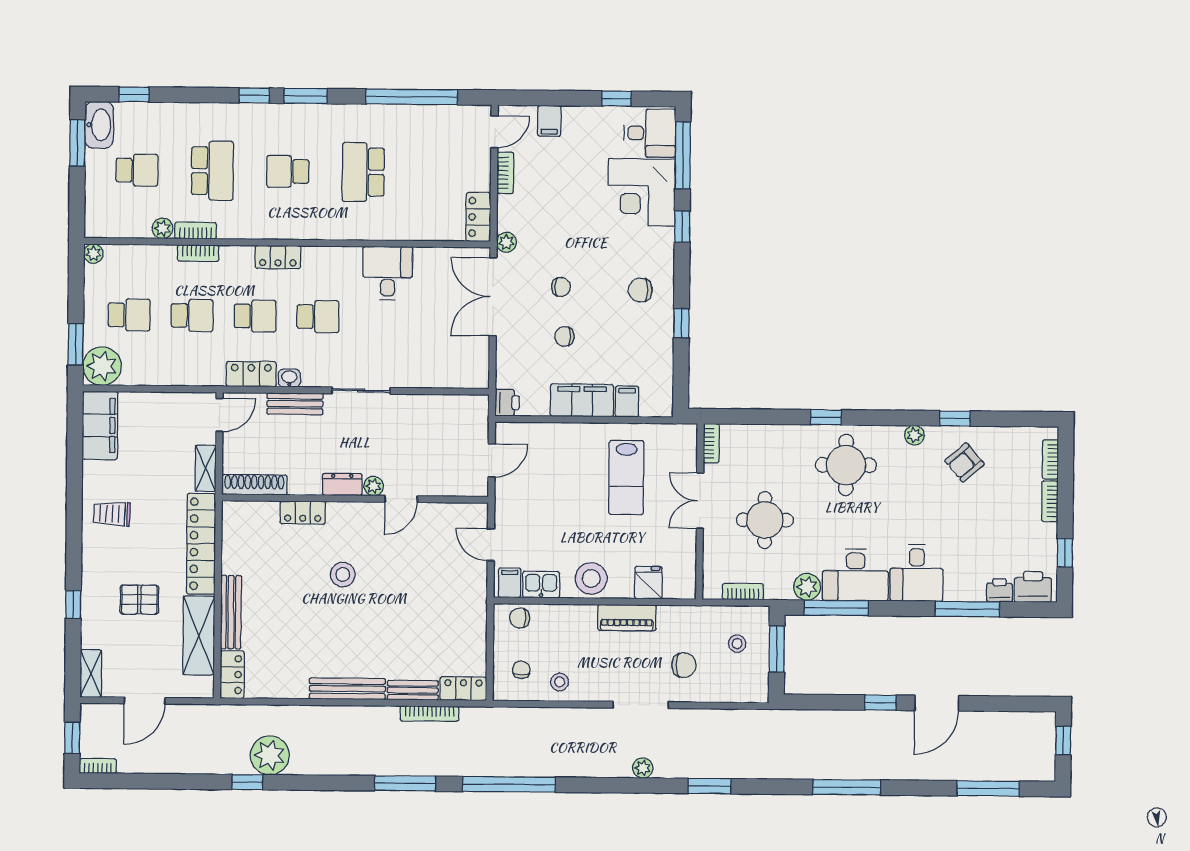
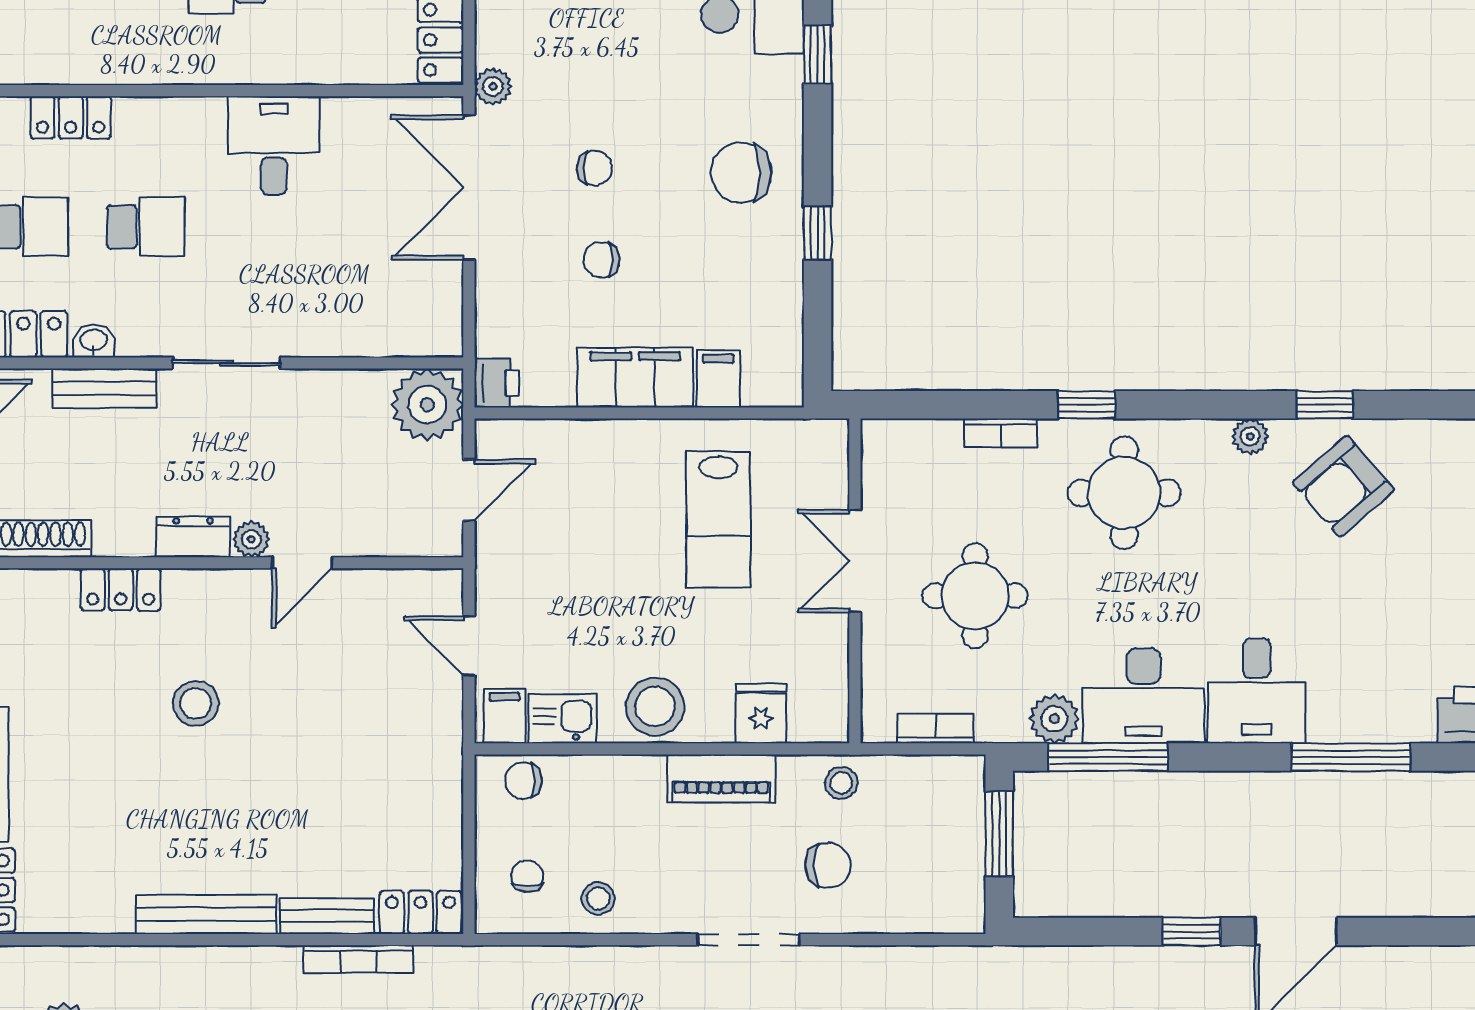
chair: (640, 290) -> (741, 173), width x1.37, depth x1.37
plant: (469, 414) -> (427, 405), added
bookcase: (711, 443) -> (1001, 433), moved, turned 90
armchair: (965, 462) -> (1343, 486), width x1.38, depth x1.38
printer: (1000, 590) -> (1410, 722), removed
stool: (737, 644) -> (841, 783), moved

